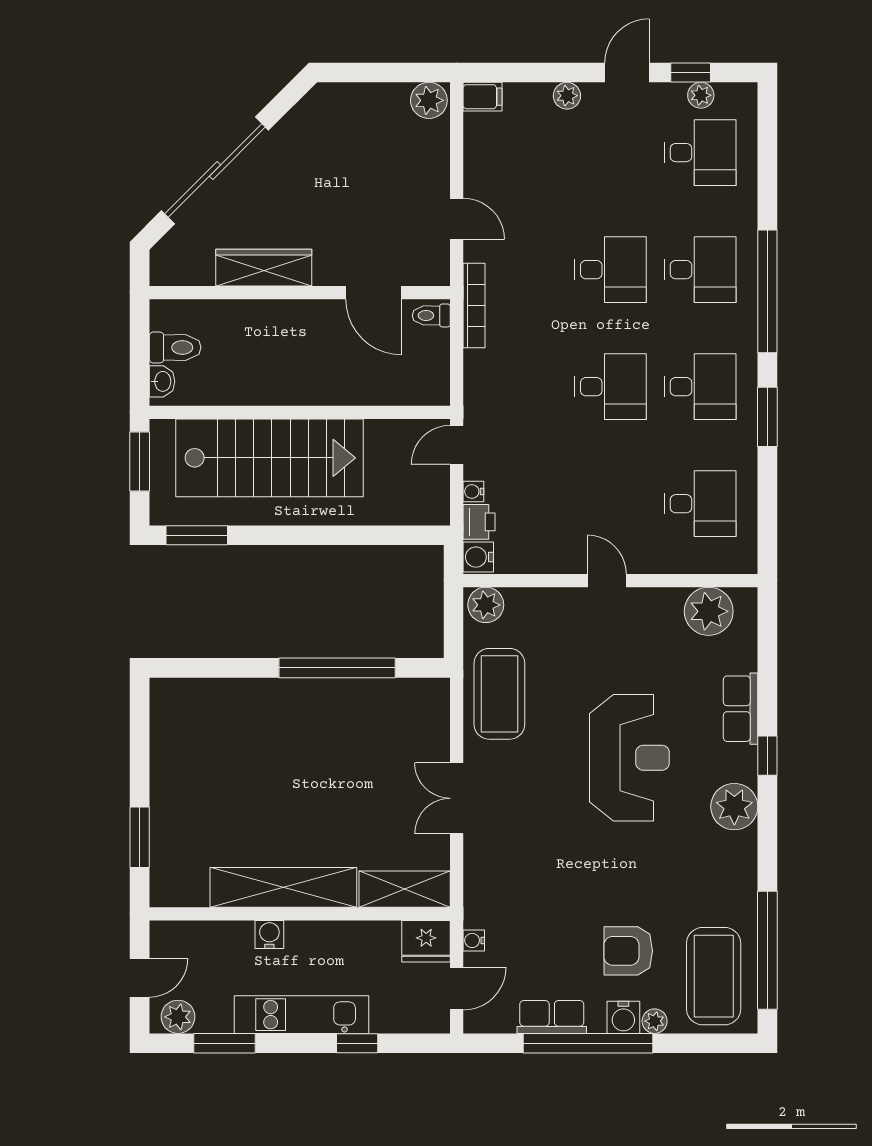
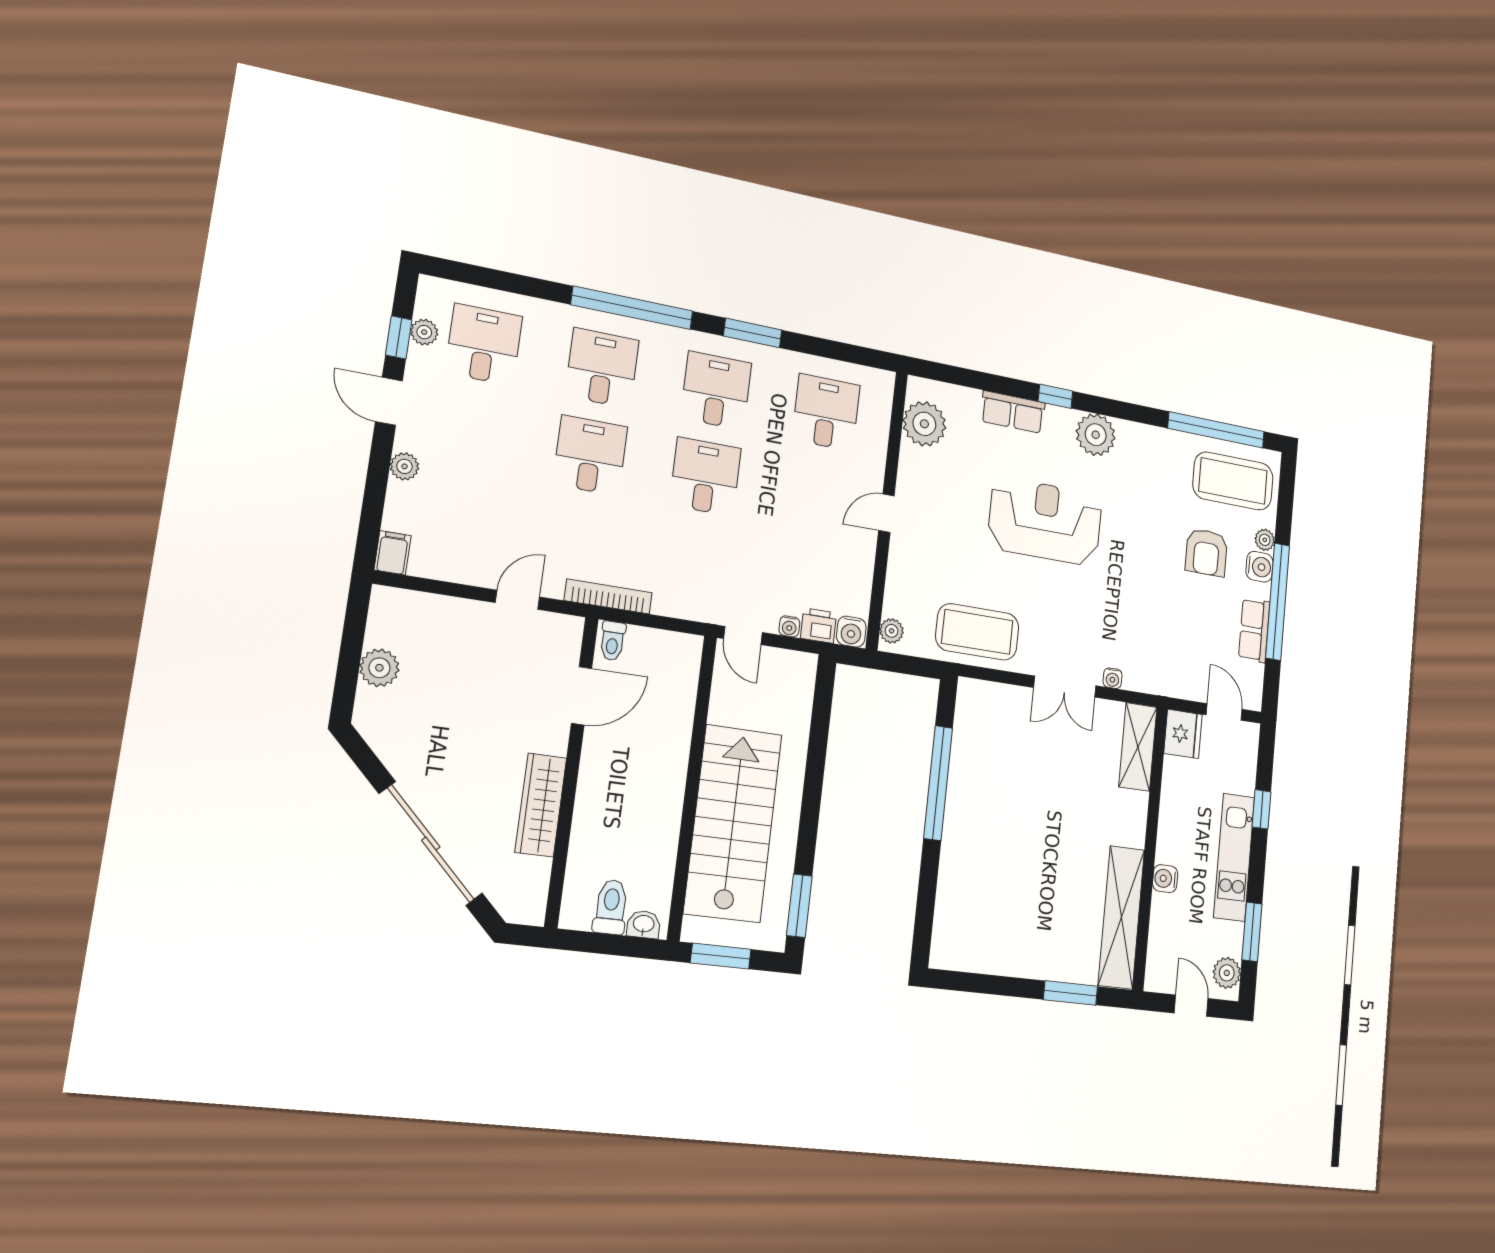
plant: (429, 100) -> (379, 668), moved
plant: (486, 605) -> (892, 631), width x0.73, depth x0.73
shelving: (283, 887) -> (1121, 917), moved
water cooler: (474, 940) -> (1113, 678), moved

